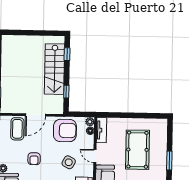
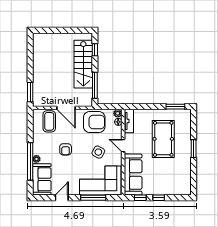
window: (66, 92) -> (95, 85), width x2.17
door: (35, 115) -> (66, 108), hinge flipped
window: (151, 116) -> (175, 107), added

